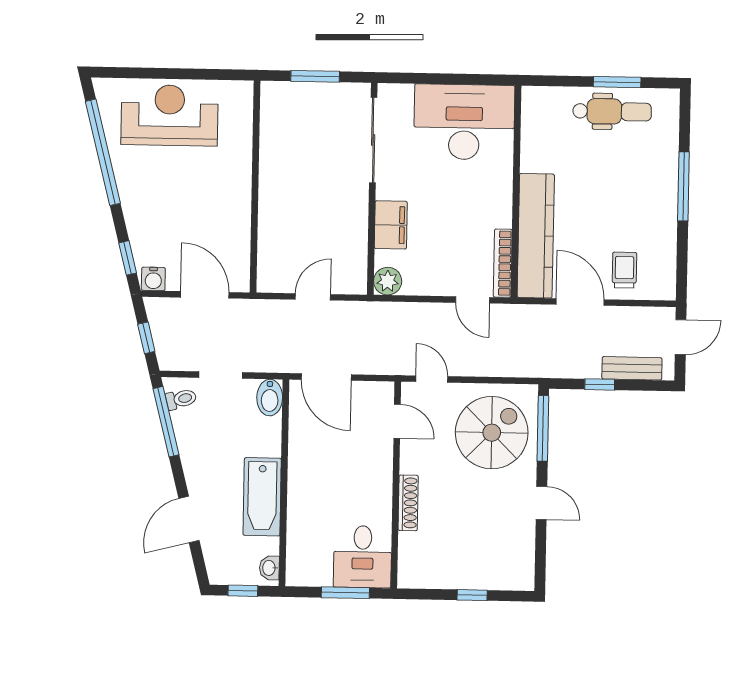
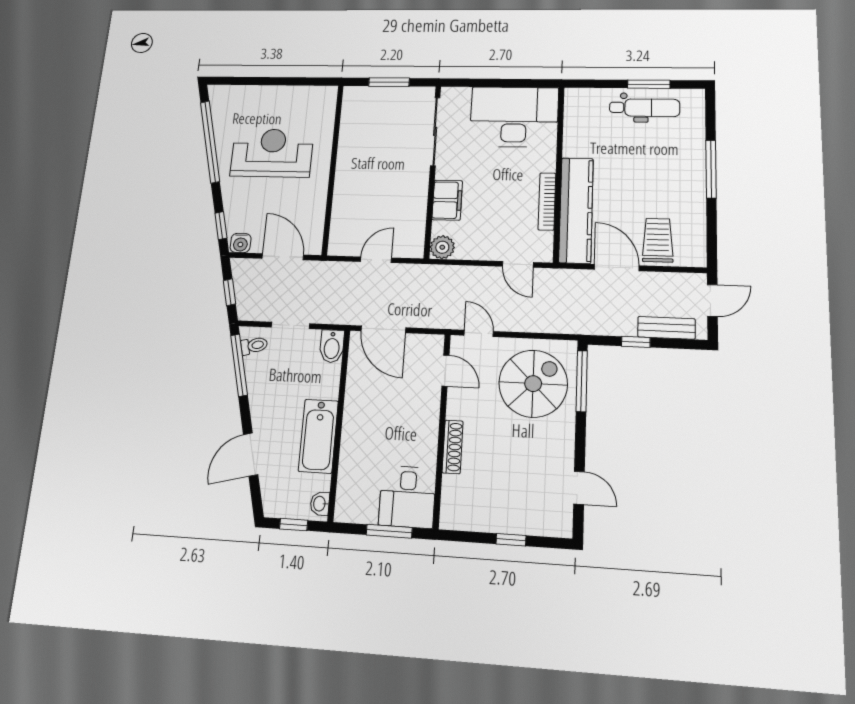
reception desk: (170, 115) -> (272, 153), moved
bookcase: (503, 263) -> (547, 201), moved
trolley: (624, 270) -> (658, 240), width x1.36, depth x1.39
door: (541, 503) -> (579, 488), moved

